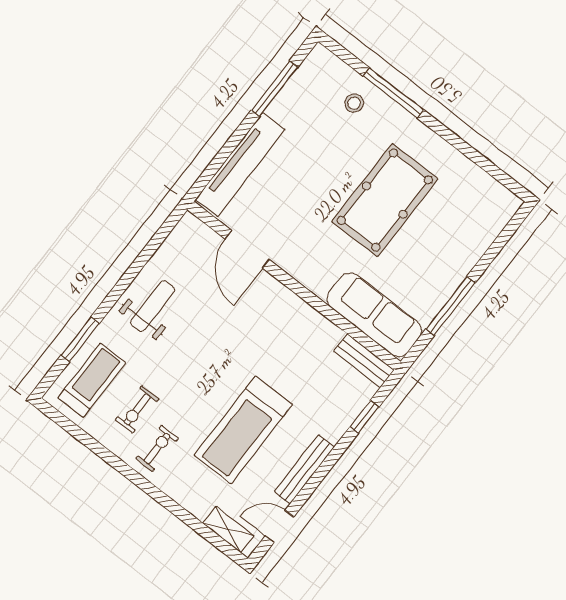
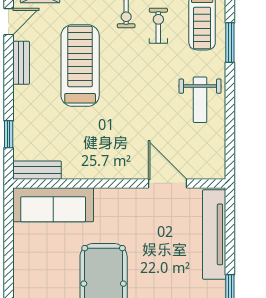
window: (451, 306) -> (9, 248), removed
bench: (304, 469) -> (21, 63), width x0.73

